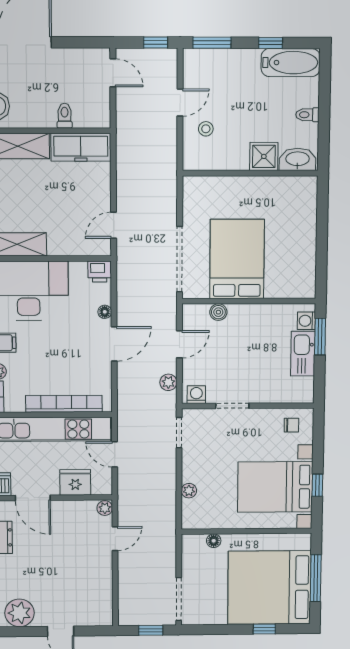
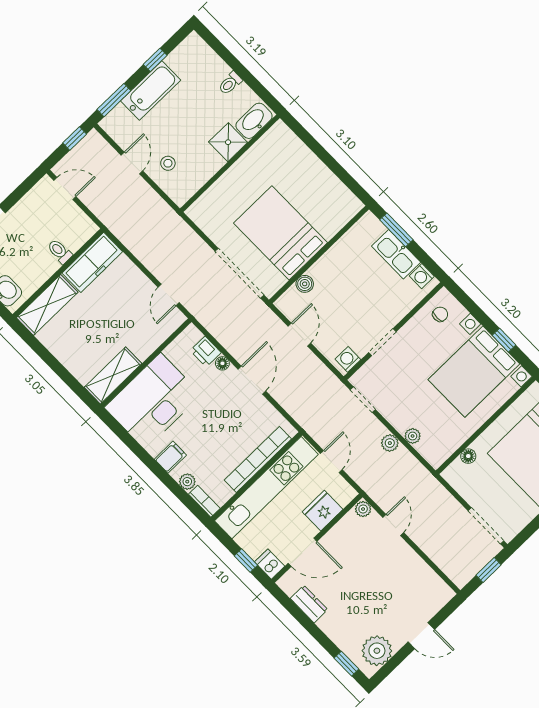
bathtub: (291, 63) -> (151, 91), moved
printer: (100, 271) -> (206, 352), moved, turned 90
washing machine: (306, 321) -> (422, 276), moved
plant: (168, 382) -> (390, 443), moved
door: (115, 454) -> (331, 462), swing flipped

